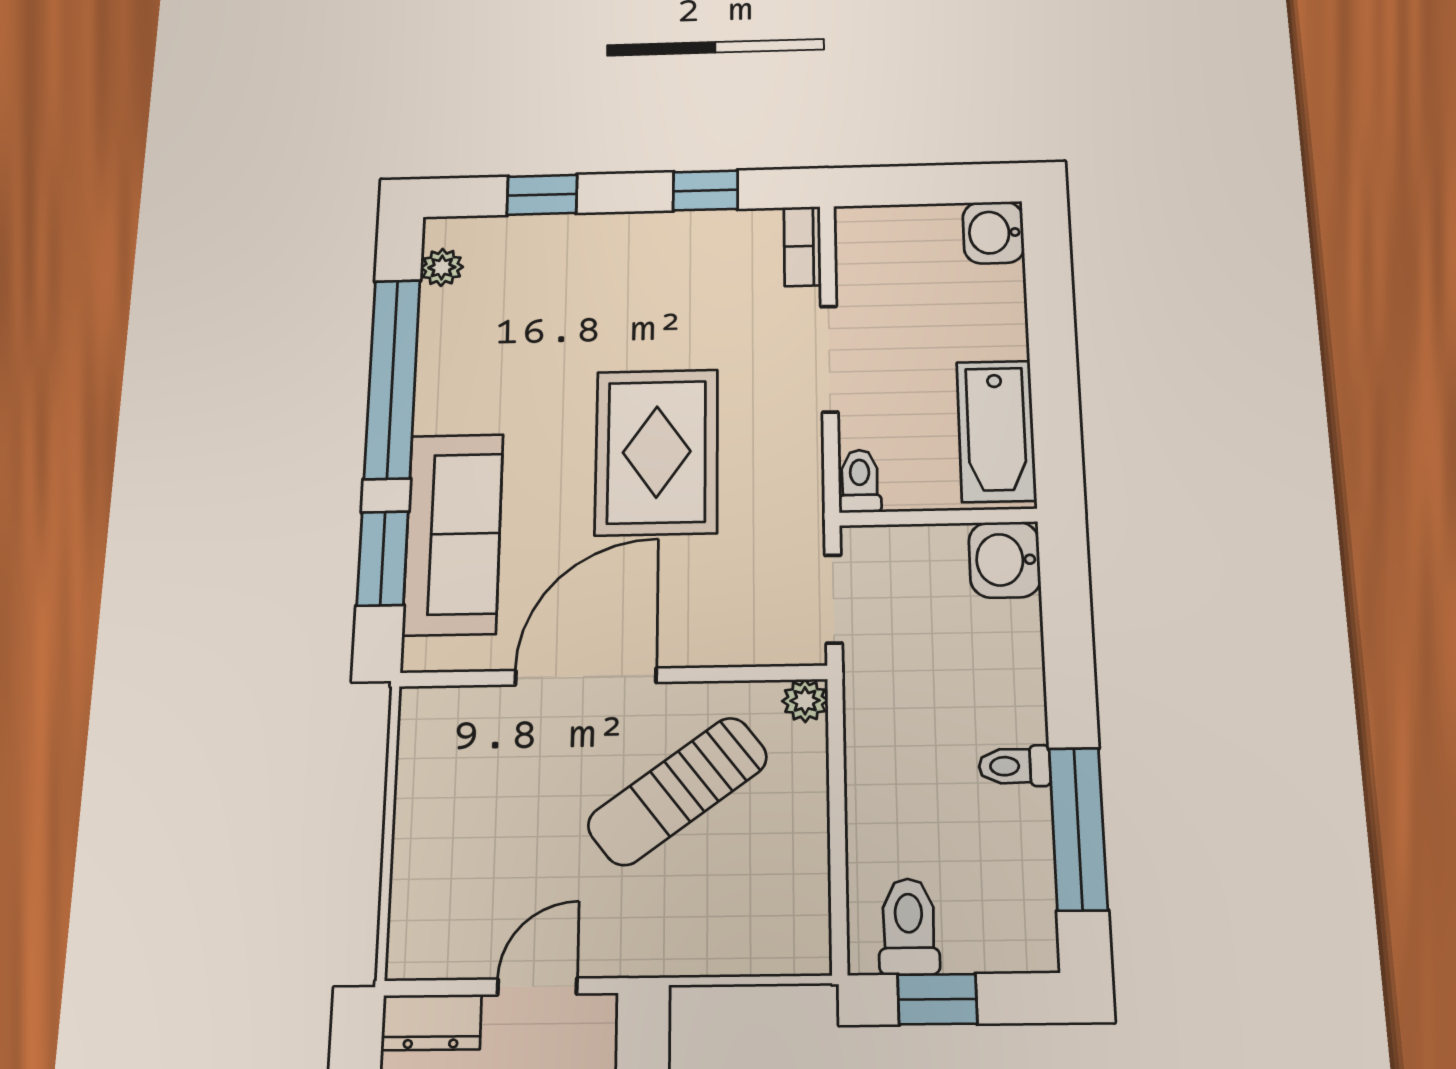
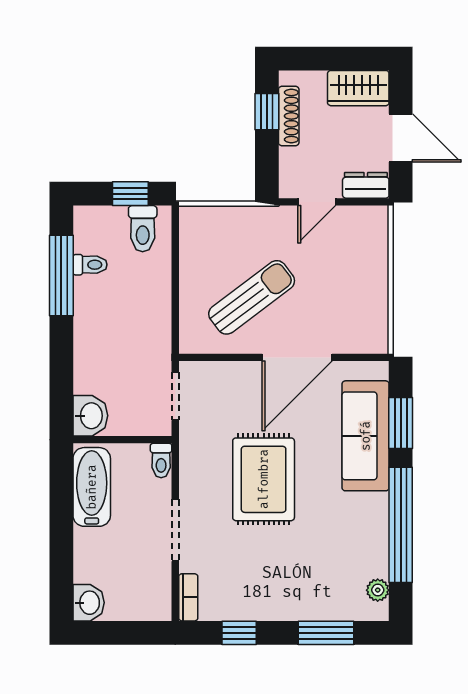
window: (542, 195) -> (326, 633), width x1.50
plant: (805, 701) -> (190, 343), removed
toilet: (1015, 766) -> (90, 265), moved

